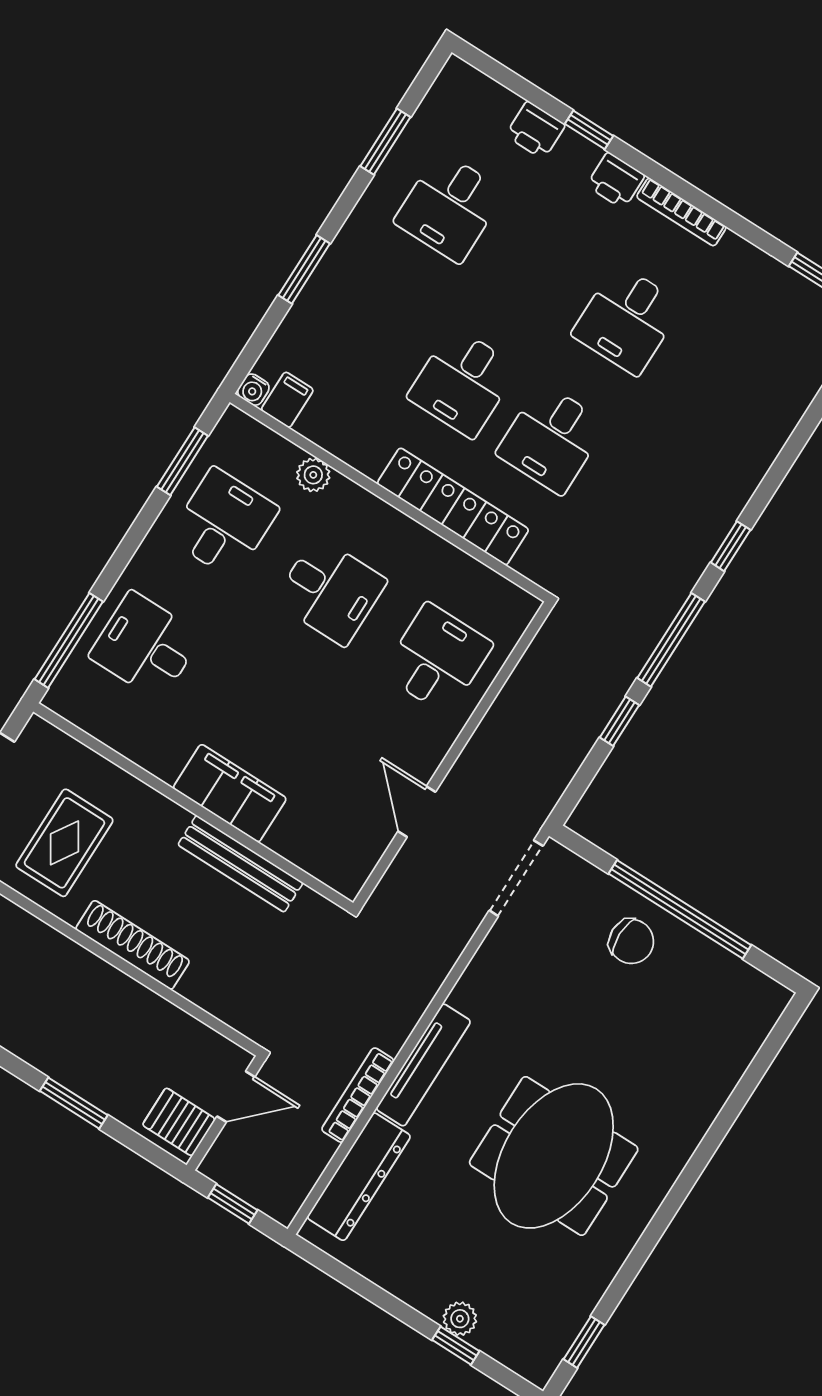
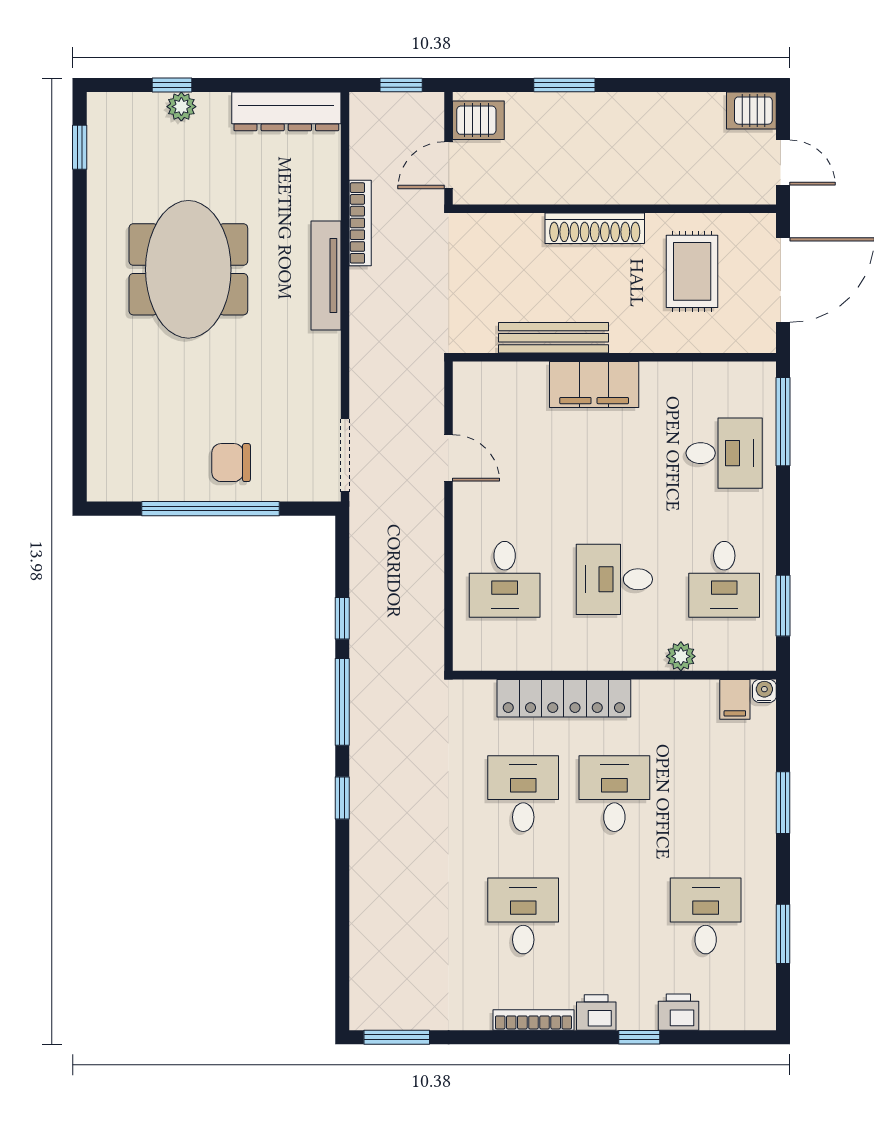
dresser: (359, 1177) -> (286, 111), moved, turned -90

